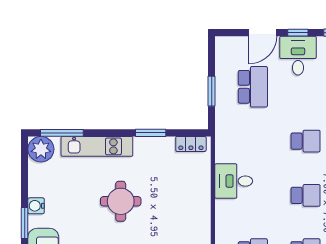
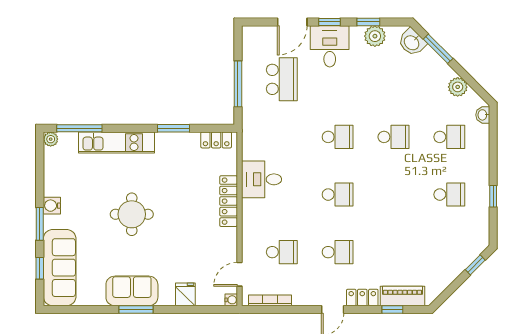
window: (212, 91) -> (238, 84), width x1.44
plant: (41, 149) -> (51, 139), width x0.53, depth x0.53
round table: (121, 201) -> (132, 214), moved
locker: (203, 202) -> (229, 201), added

